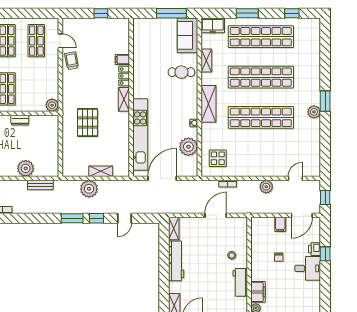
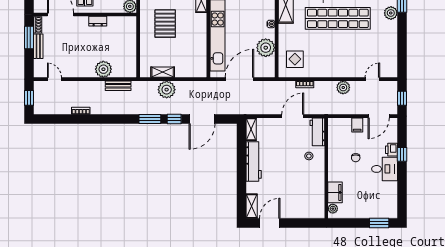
shelving: (101, 171) -> (163, 72), moved
door: (125, 218) -> (202, 119), width x1.87
workbench: (240, 282) -> (317, 132), moved

